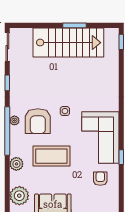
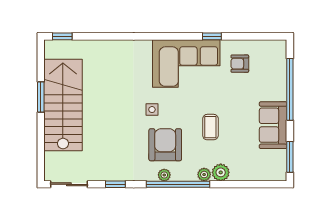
armchair: (38, 121) -> (165, 145), turned -90
coffee table: (51, 156) -> (210, 127), width x0.54, depth x0.58
plant: (19, 196) -> (204, 175), moved, width x0.53, depth x0.53

